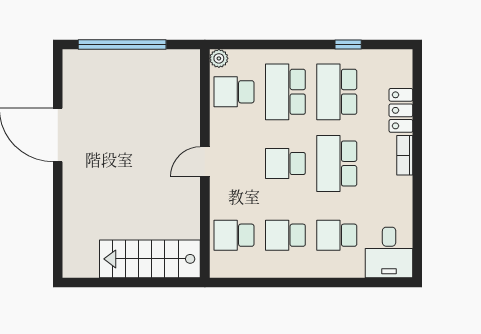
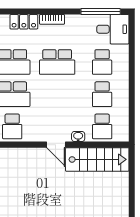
school desk: (285, 163) -> (57, 94), removed
washbasin: (218, 197) -> (78, 136), added
window: (417, 233) -> (101, 12), added
stairs: (150, 259) -> (97, 159), moved, turned -90

